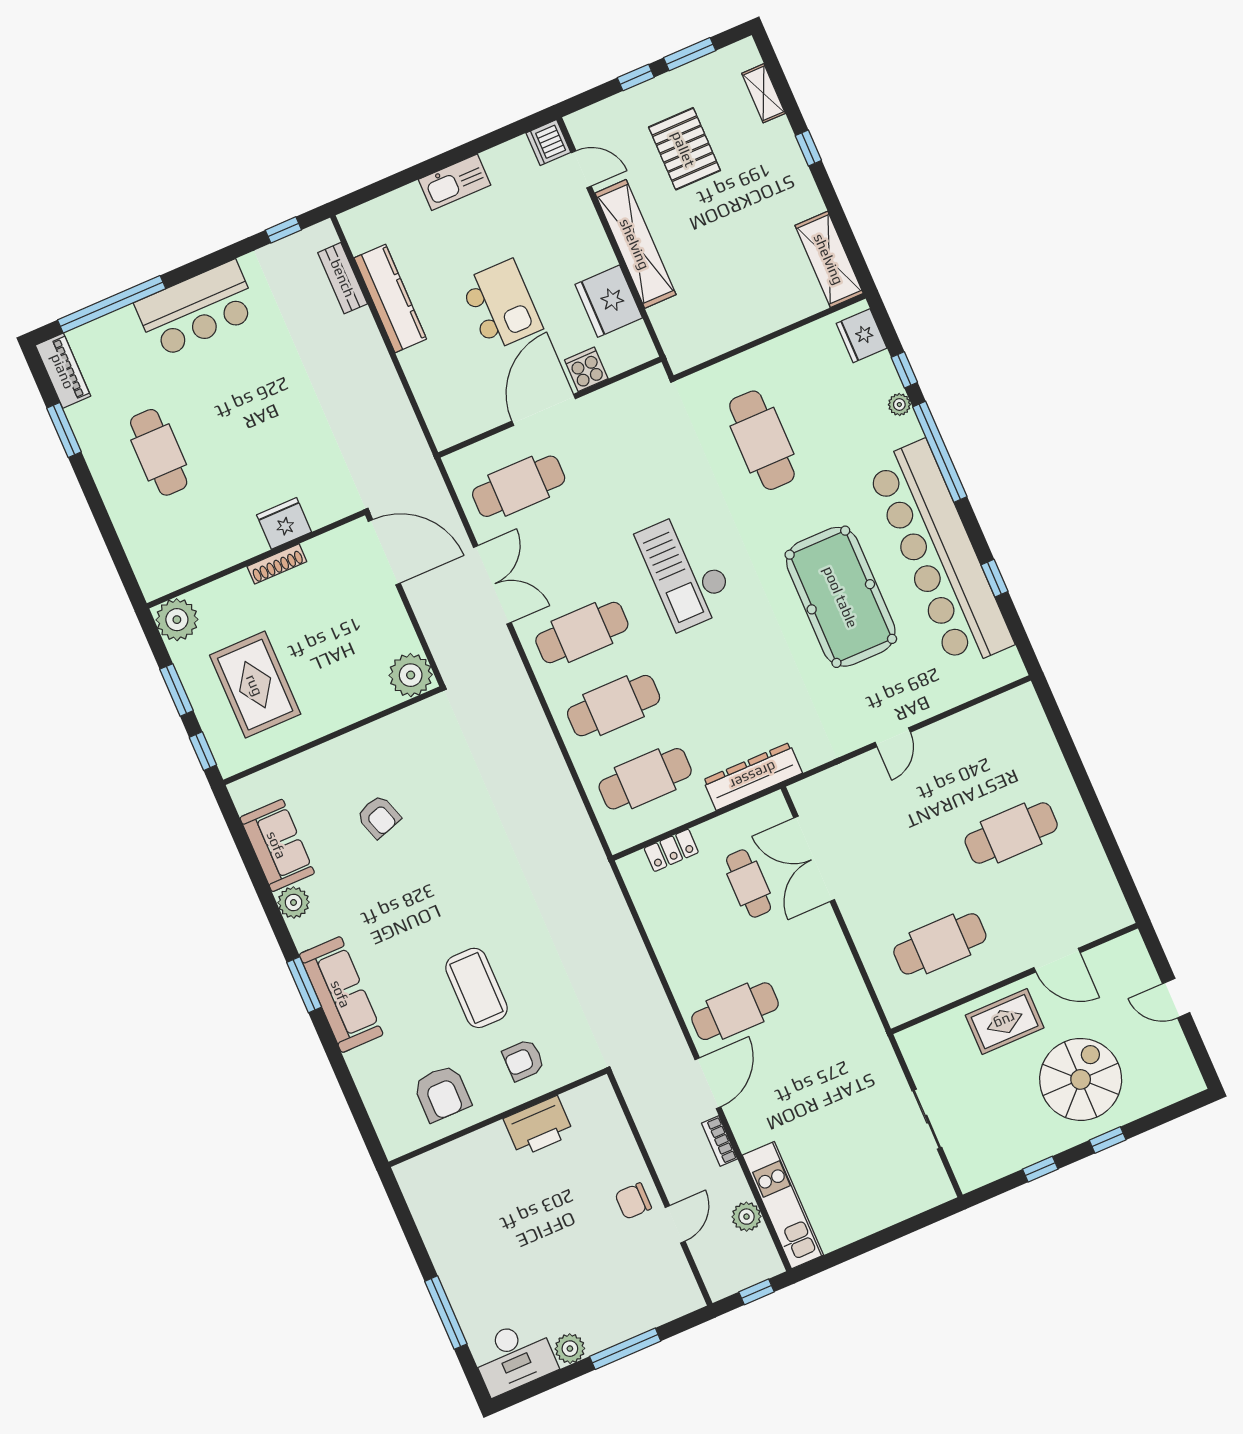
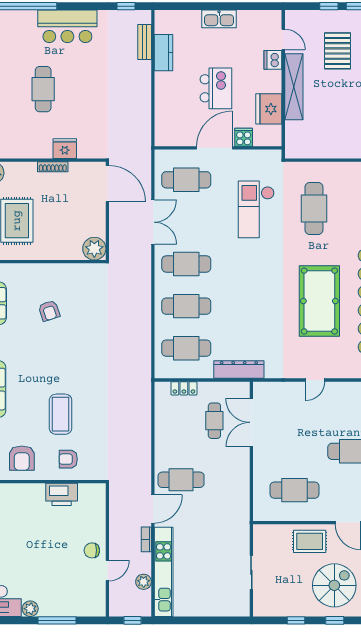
dishwasher: (548, 143) -> (273, 60), moved
kitchen counter: (390, 298) -> (163, 53), width x0.67
cafe table: (159, 452) -> (43, 89), moved
checkout: (686, 570) -> (256, 209), moved
kitchen unit: (783, 1205) -> (164, 572), width x1.36

